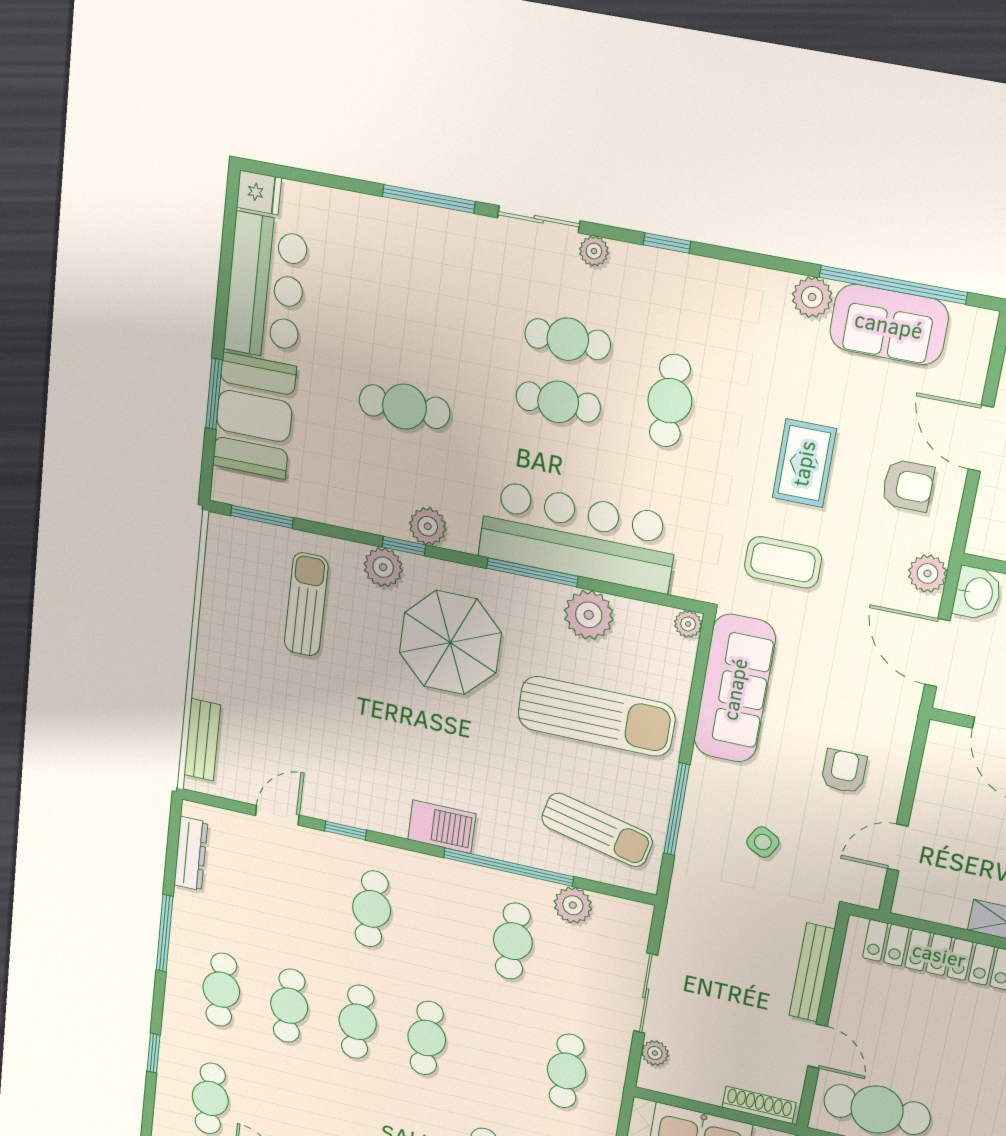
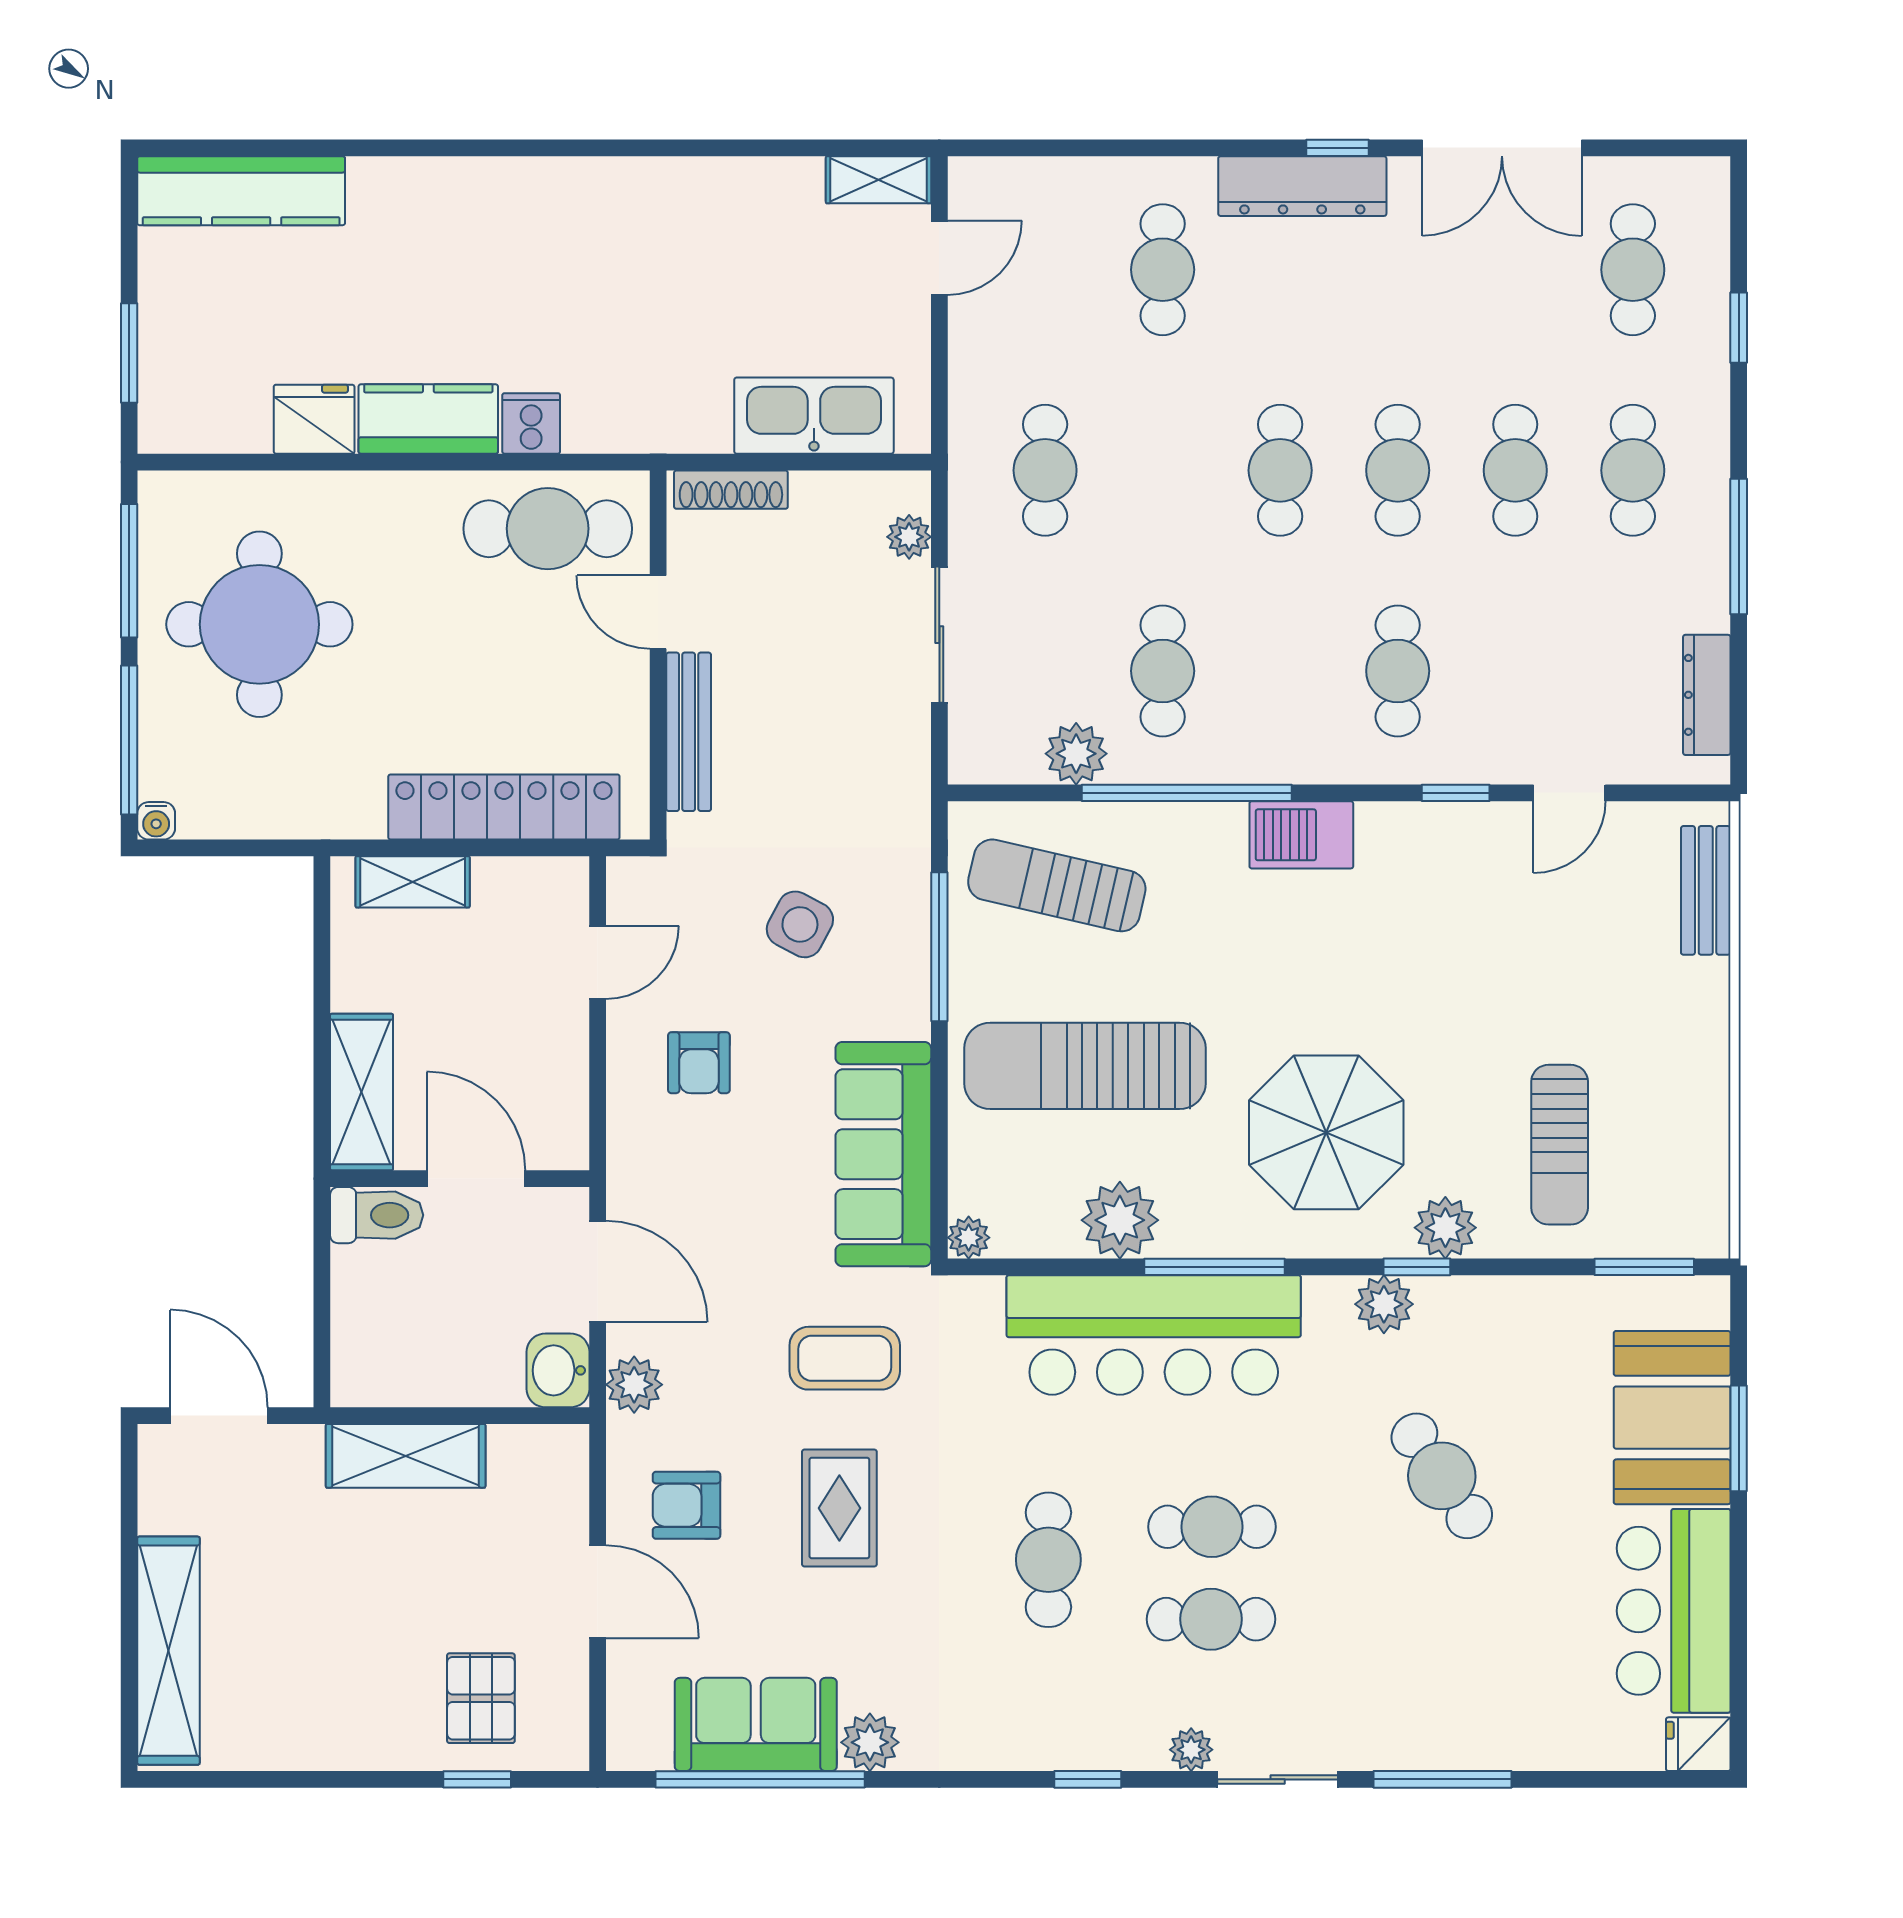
cafe table: (404, 407) -> (1442, 1476), turned 56
side table: (763, 842) -> (800, 924), width x1.37, depth x1.37

